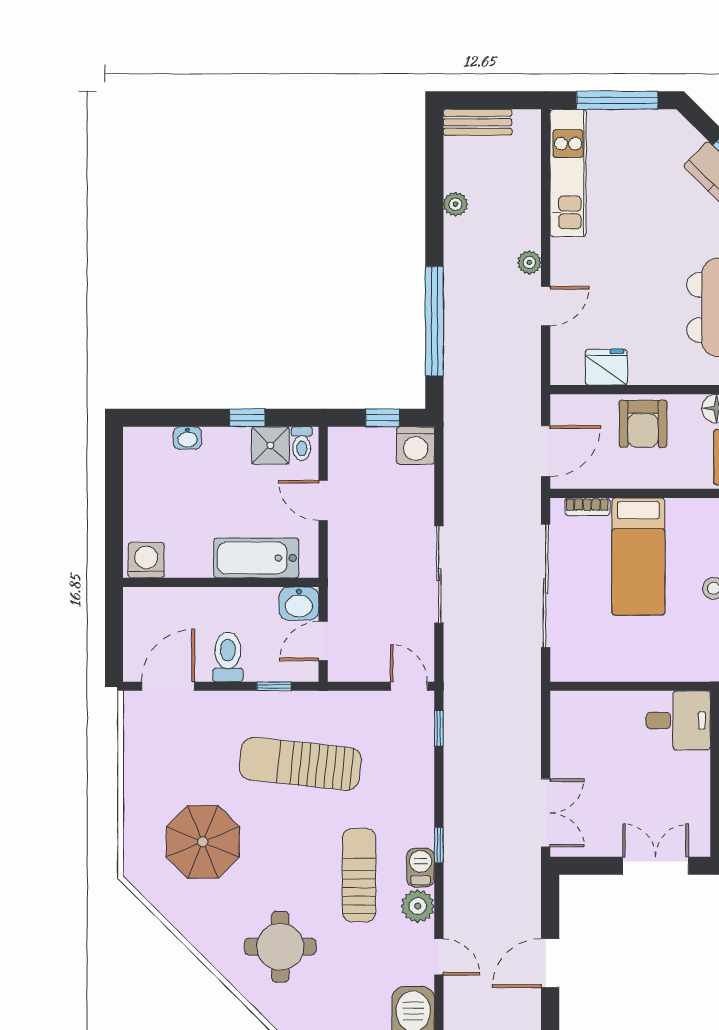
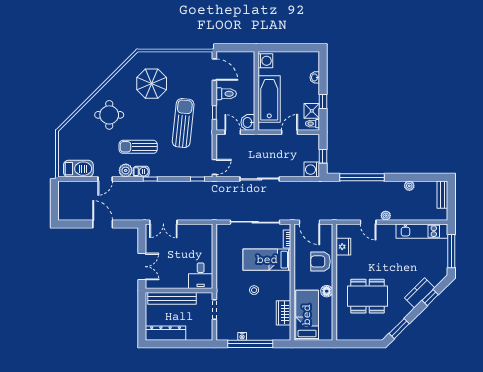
bathtub: (256, 558) -> (269, 99), width x1.36, depth x1.36
sun lounger: (359, 875) -> (138, 147), turned 180

